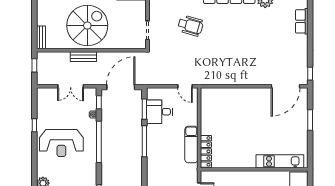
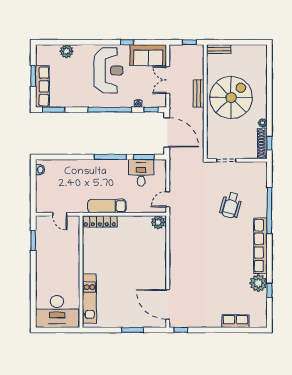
spiral stairs: (87, 26) -> (231, 98), turned -90
plant: (207, 95) -> (158, 222), added
sofa: (47, 105) -> (148, 55), added
reception desk: (61, 143) -> (108, 70), turned 180

